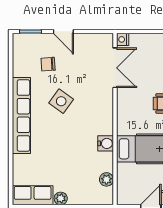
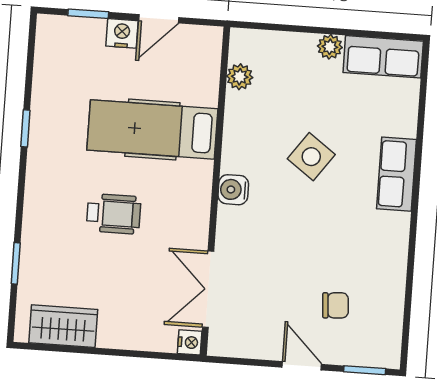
side table: (61, 101) -> (311, 157), moved
row of seats: (21, 116) -> (396, 174), width x0.50
water cooler: (106, 143) -> (233, 190), moved

